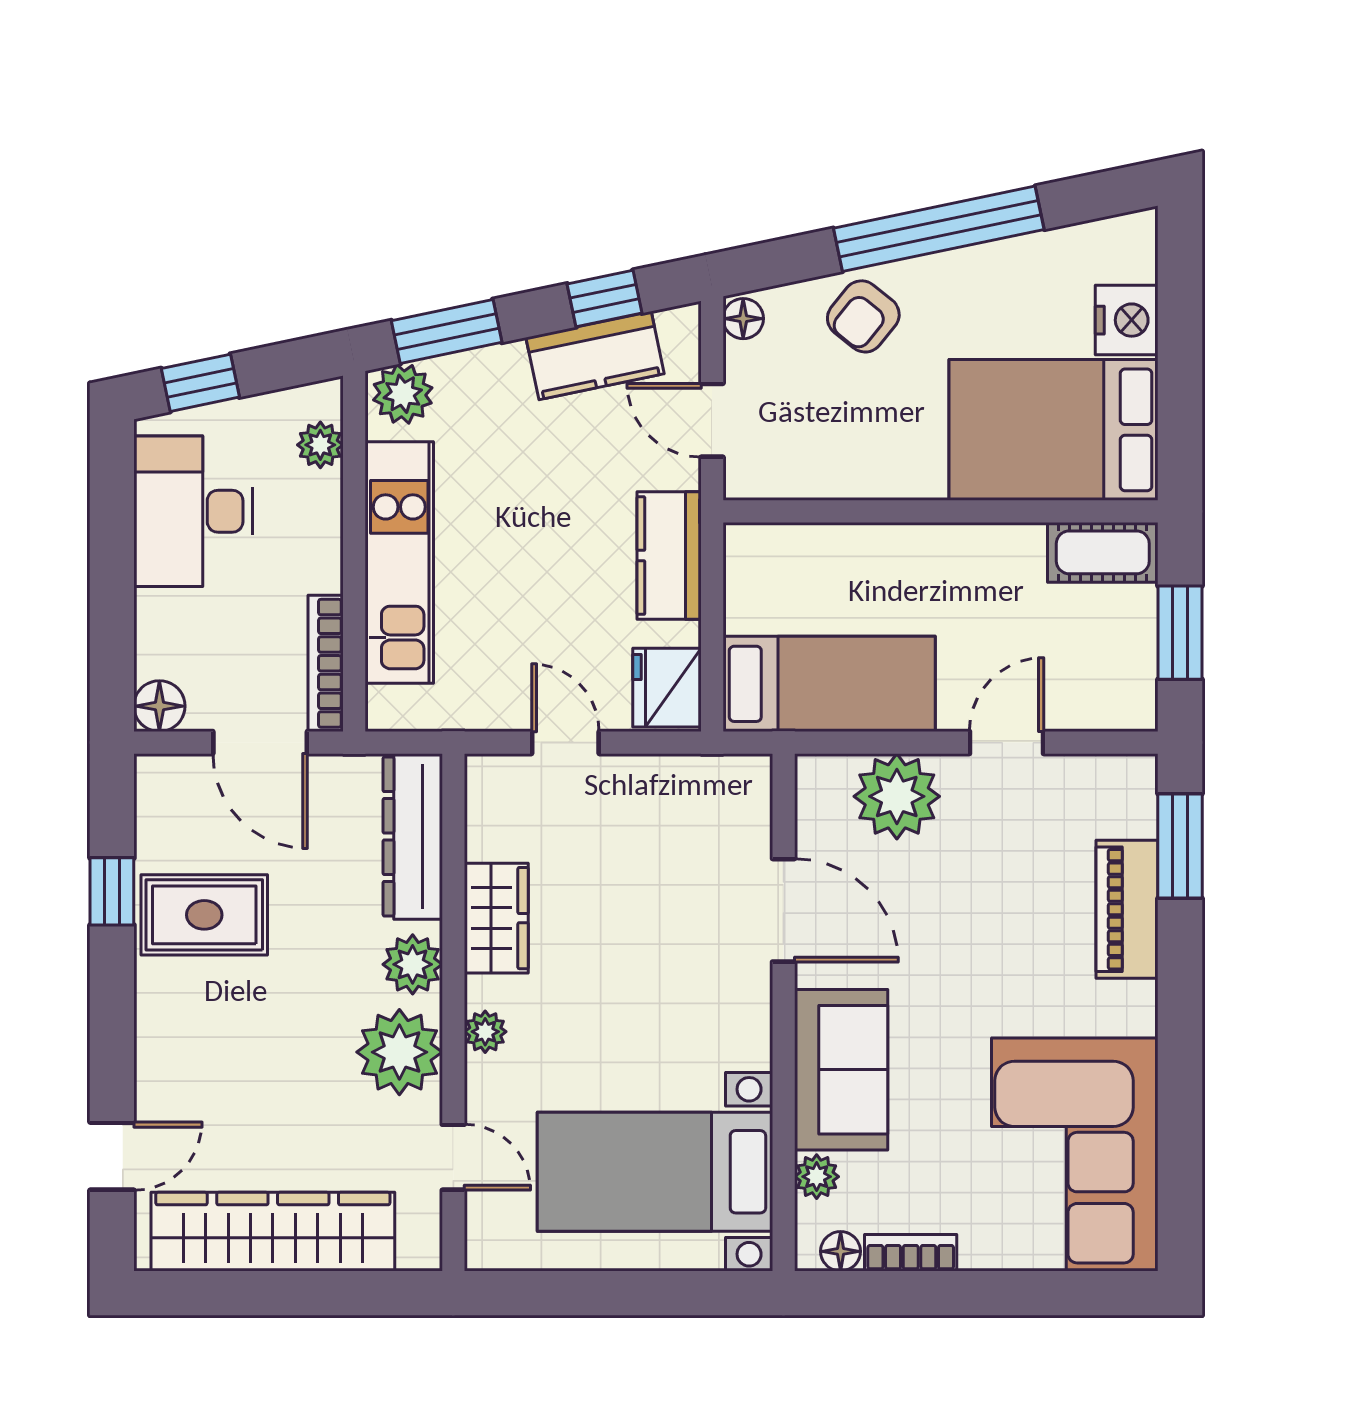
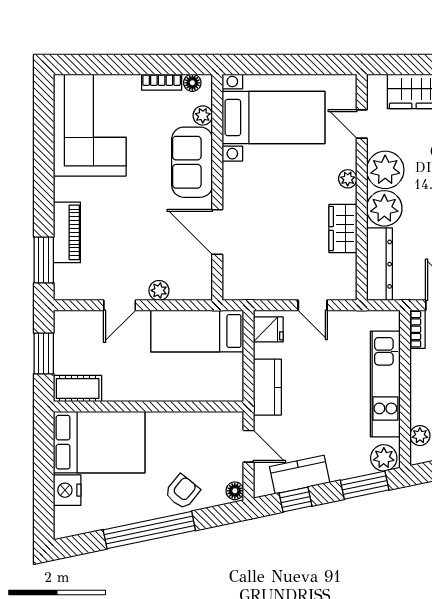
bookcase: (326, 663) -> (418, 329), width x0.64
fridge: (667, 688) -> (268, 329), width x0.72
plant: (897, 796) -> (159, 290), width x0.53, depth x0.53
plant: (413, 964) -> (384, 208), width x1.36, depth x1.36

